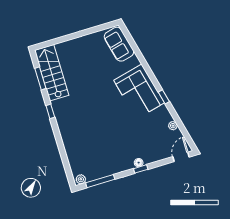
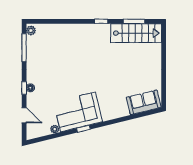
corner sofa: (139, 92) -> (78, 112), moved
door: (181, 157) -> (24, 115), moved

